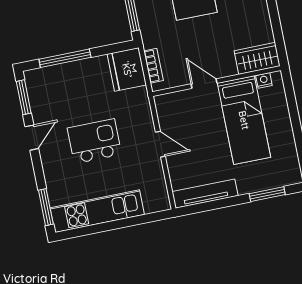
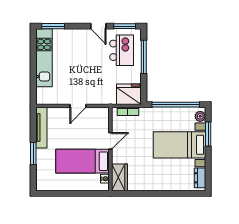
kitchen island: (94, 141) -> (122, 50), moved
window: (267, 194) -> (33, 153), moved

